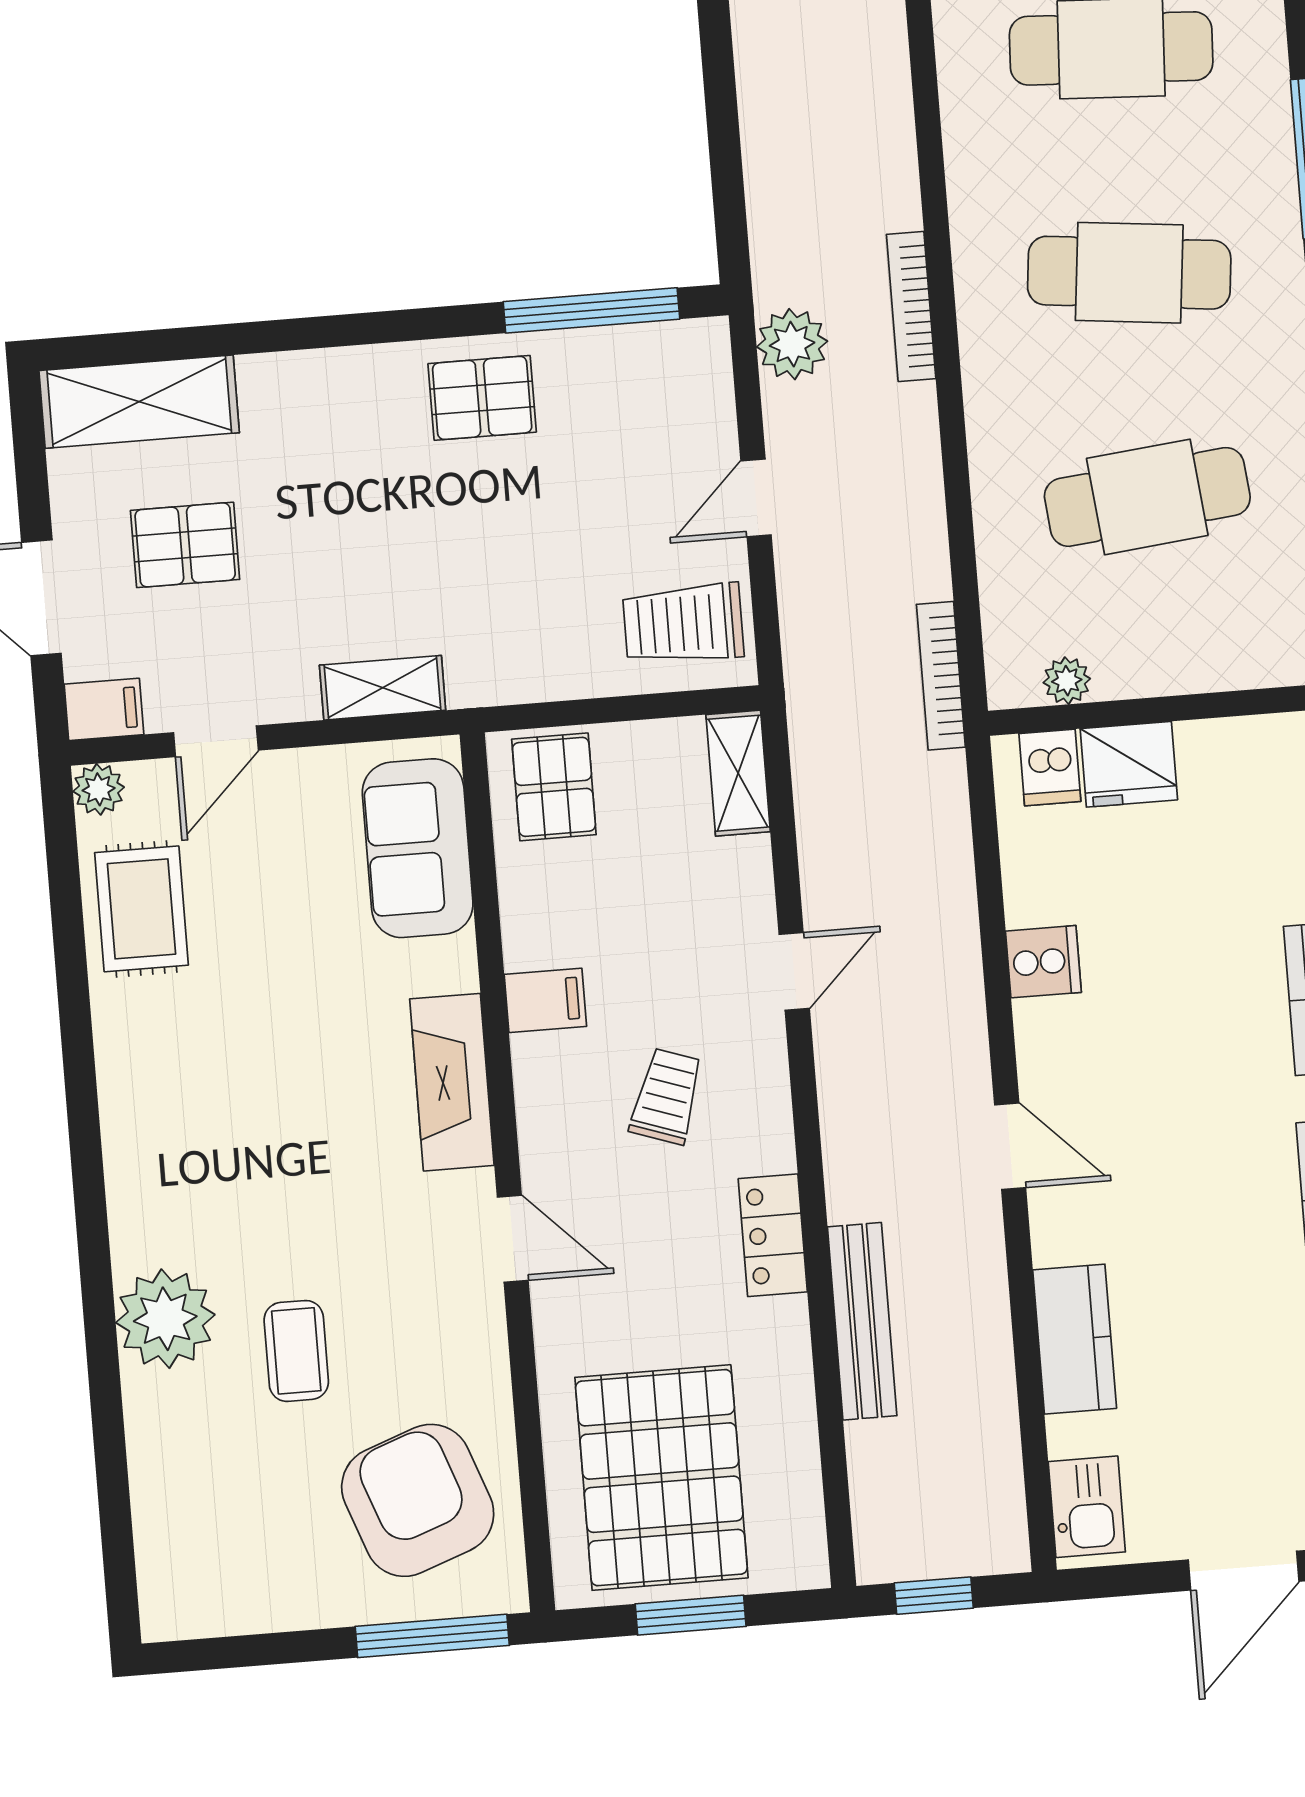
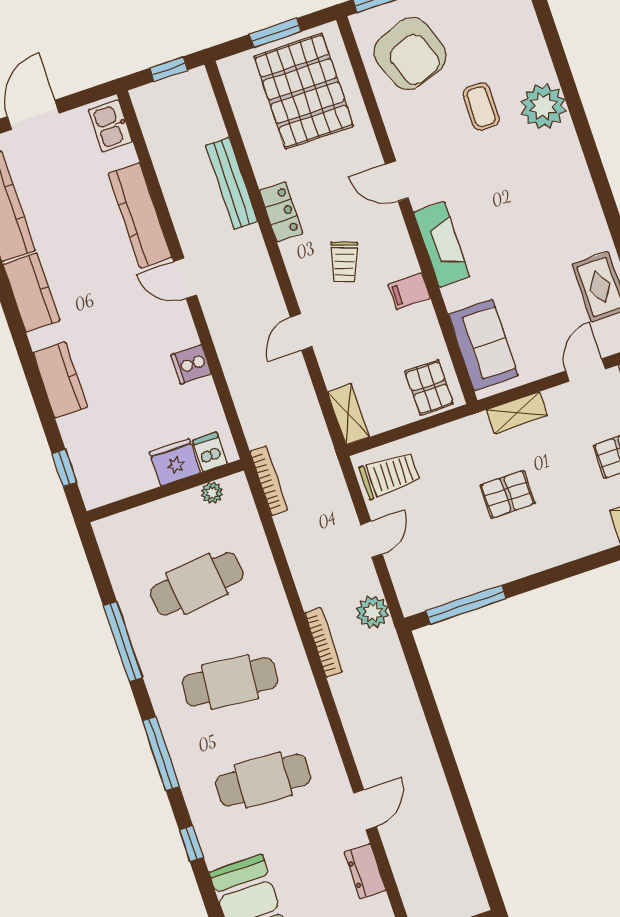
pallet: (482, 398) -> (508, 494), moved
kitchen counter: (1075, 1339) -> (140, 215), width x1.50

